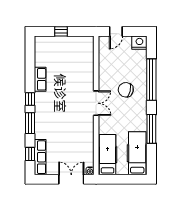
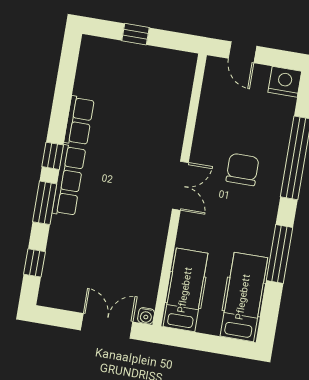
door: (116, 31) -> (242, 52), hinge flipped
chair: (126, 90) -> (242, 169), turned 77
row of seats: (40, 157) -> (69, 181), moved

